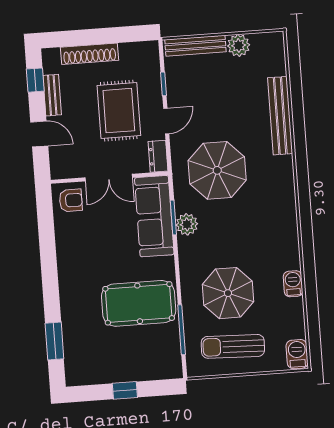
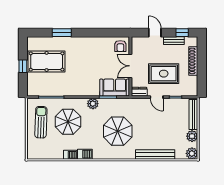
plant: (273, 43) -> (192, 153), added
door: (39, 134) -> (155, 33), swing flipped
parasol: (217, 170) -> (118, 131), moved
sofa: (154, 216) -> (115, 87), width x0.73
plant: (187, 224) -> (93, 104), moved
pool table: (139, 303) -> (47, 61), moved, turned 90
window: (54, 341) -> (62, 33), moved
barbecue: (297, 354) -> (85, 154), moved

